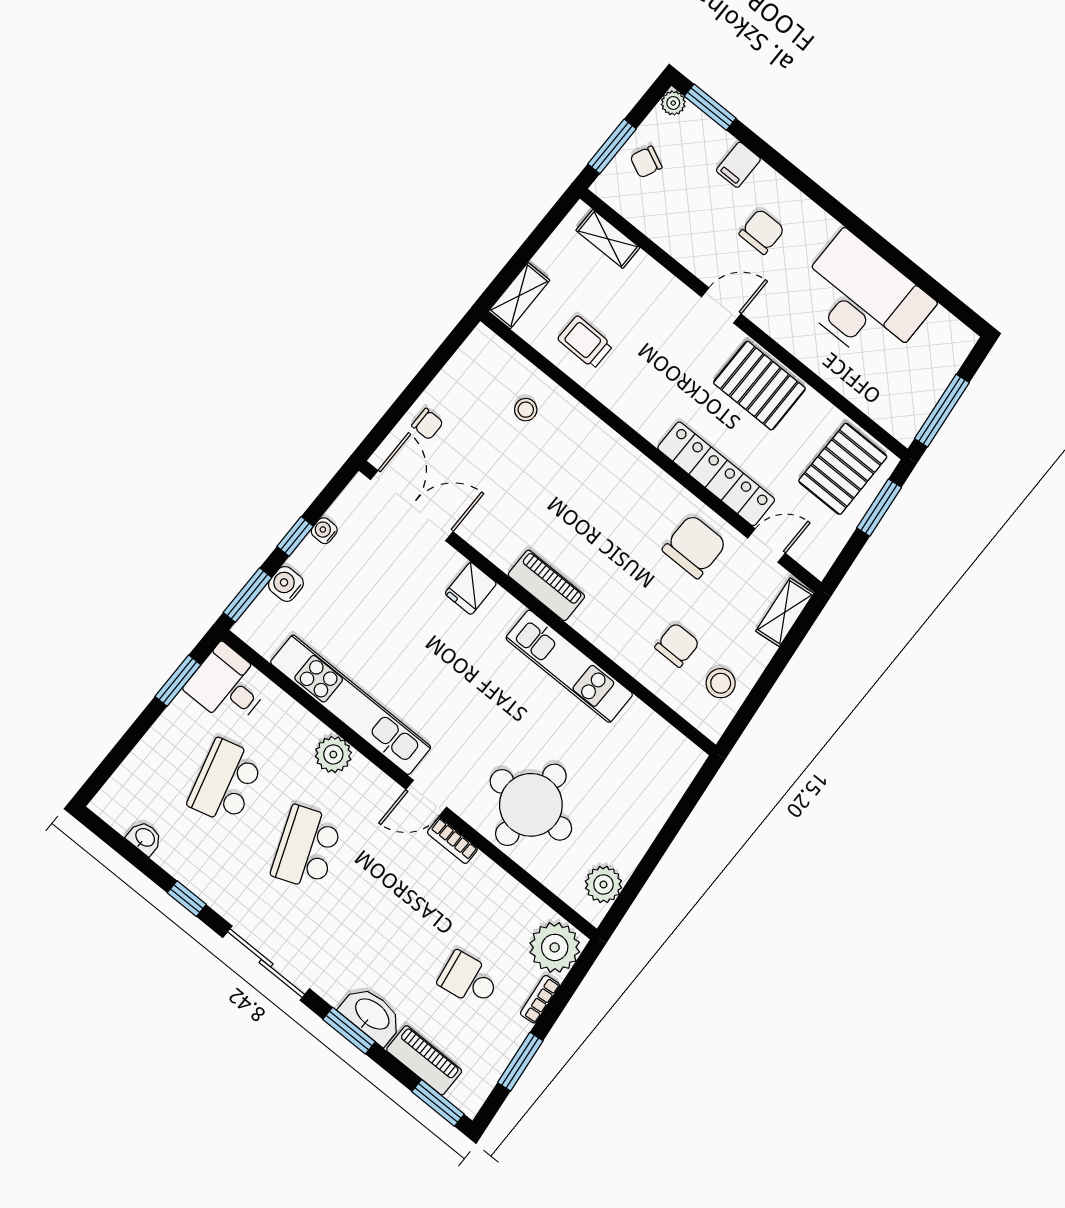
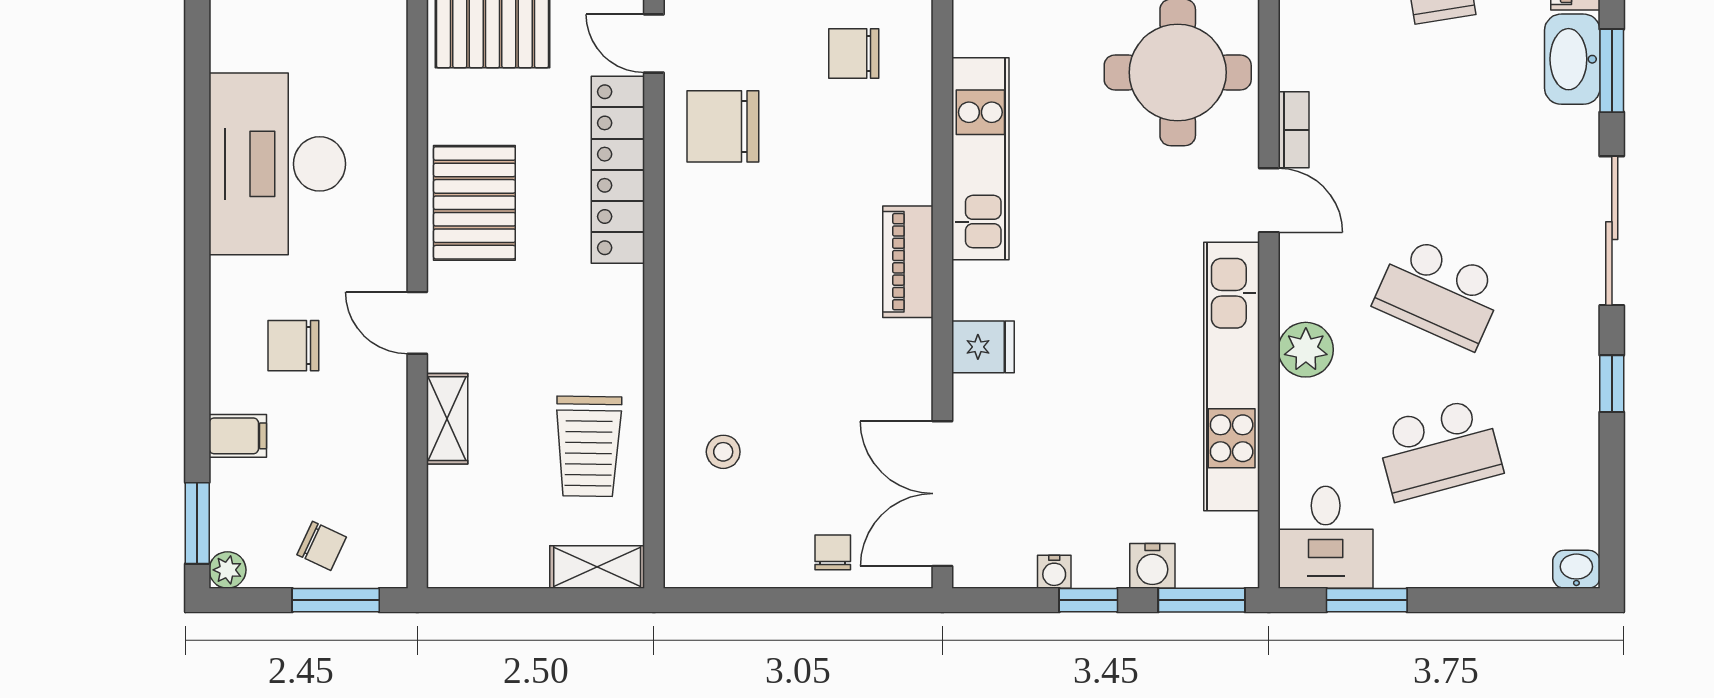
shelving: (608, 239) -> (447, 419), moved
trolley: (585, 342) -> (589, 446), width x1.36, depth x1.39
washbasin: (145, 838) -> (1576, 569), moved, turned 90
school desk: (307, 848) -> (1439, 293), turned 45

